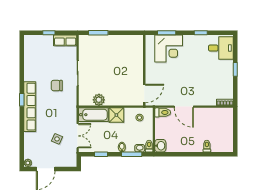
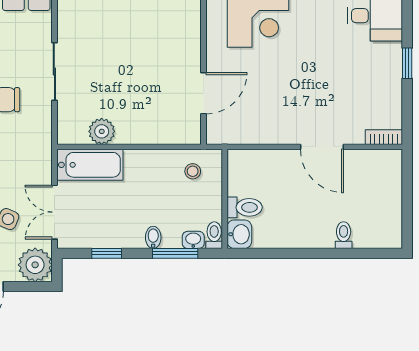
door: (144, 93) -> (204, 93), moved
door: (184, 107) -> (322, 147), moved
toilet: (163, 112) -> (245, 207), moved
shower: (116, 115) -> (141, 166), removed
double door: (78, 136) -> (54, 212), swing flipped
plant: (69, 159) -> (35, 265), added

